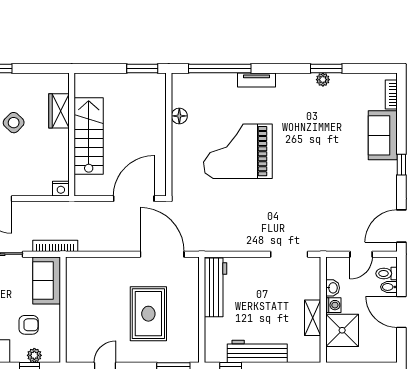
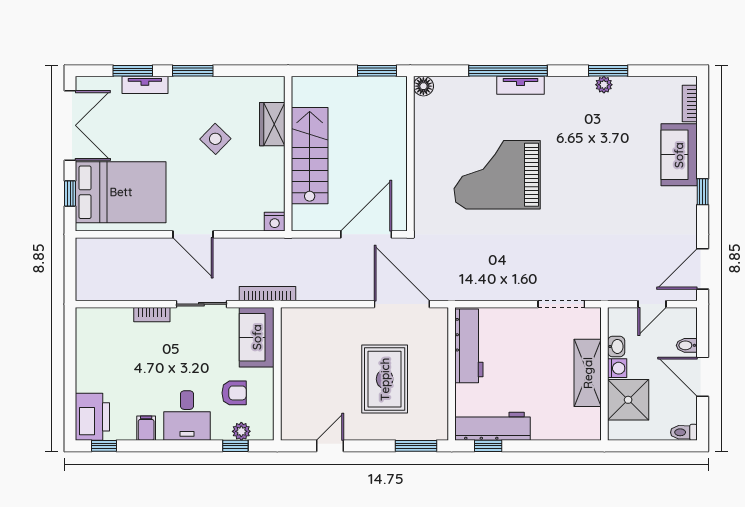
window: (220, 68) -> (508, 71), moved
floor lamp: (179, 116) -> (423, 86), moved
toilet: (386, 273) -> (684, 432), moved
shelving: (313, 318) -> (588, 373), width x1.50, depth x1.33
workbench: (257, 351) -> (493, 426), moved

